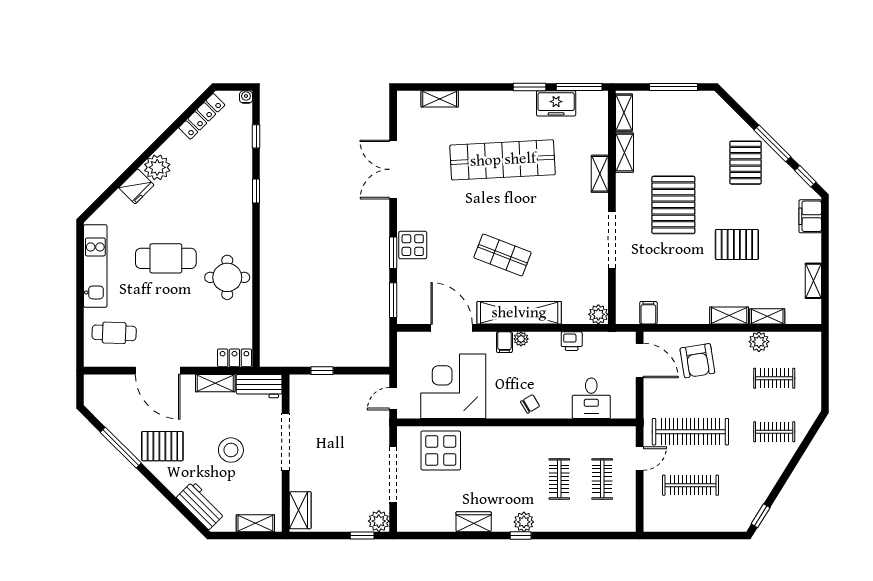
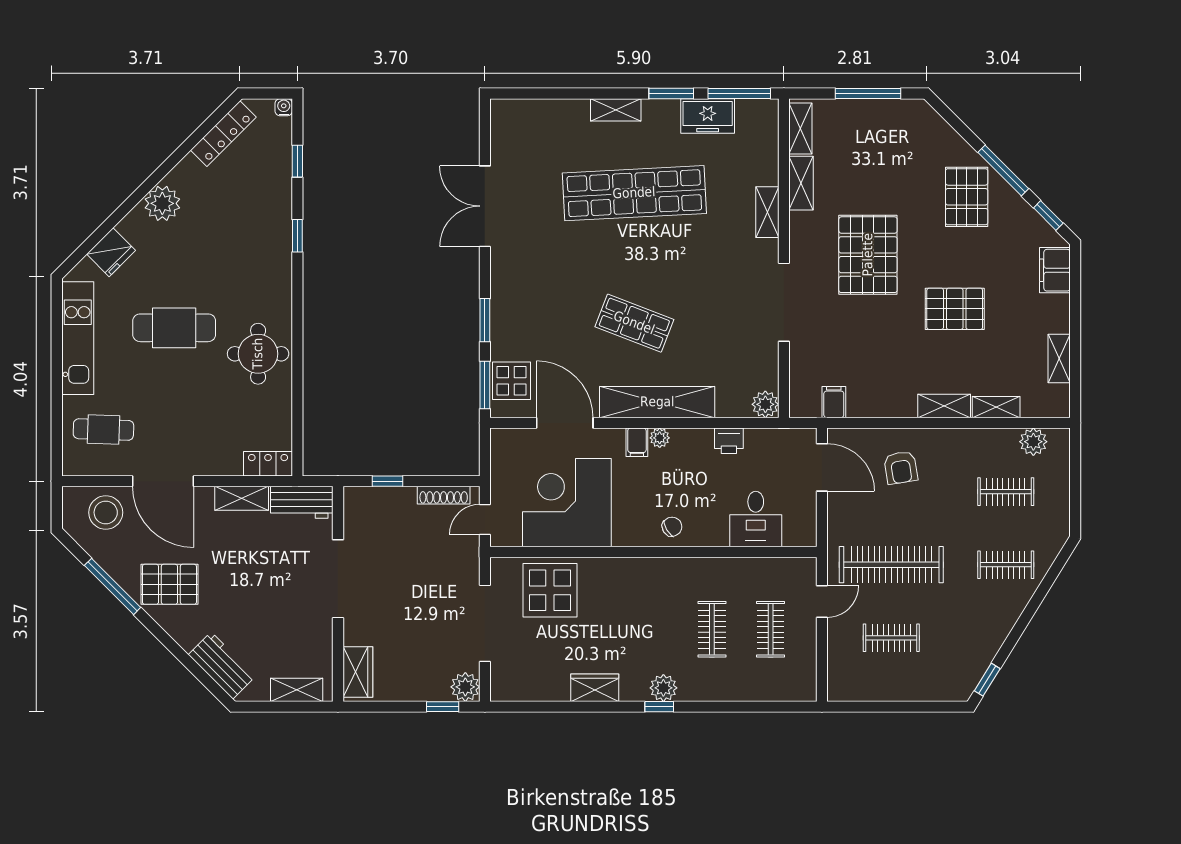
shelving: (440, 99) -> (616, 110), moved
fridge: (136, 186) -> (111, 252), moved
display table: (413, 245) -> (511, 381), moved
plant: (759, 342) -> (1033, 442), moved
armchair: (697, 361) -> (901, 468), width x0.72, depth x0.72
shoe rack: (363, 381) -> (444, 495), added
stool: (231, 450) -> (106, 512), moved
clothes rail: (690, 485) -> (891, 638), width x0.73

